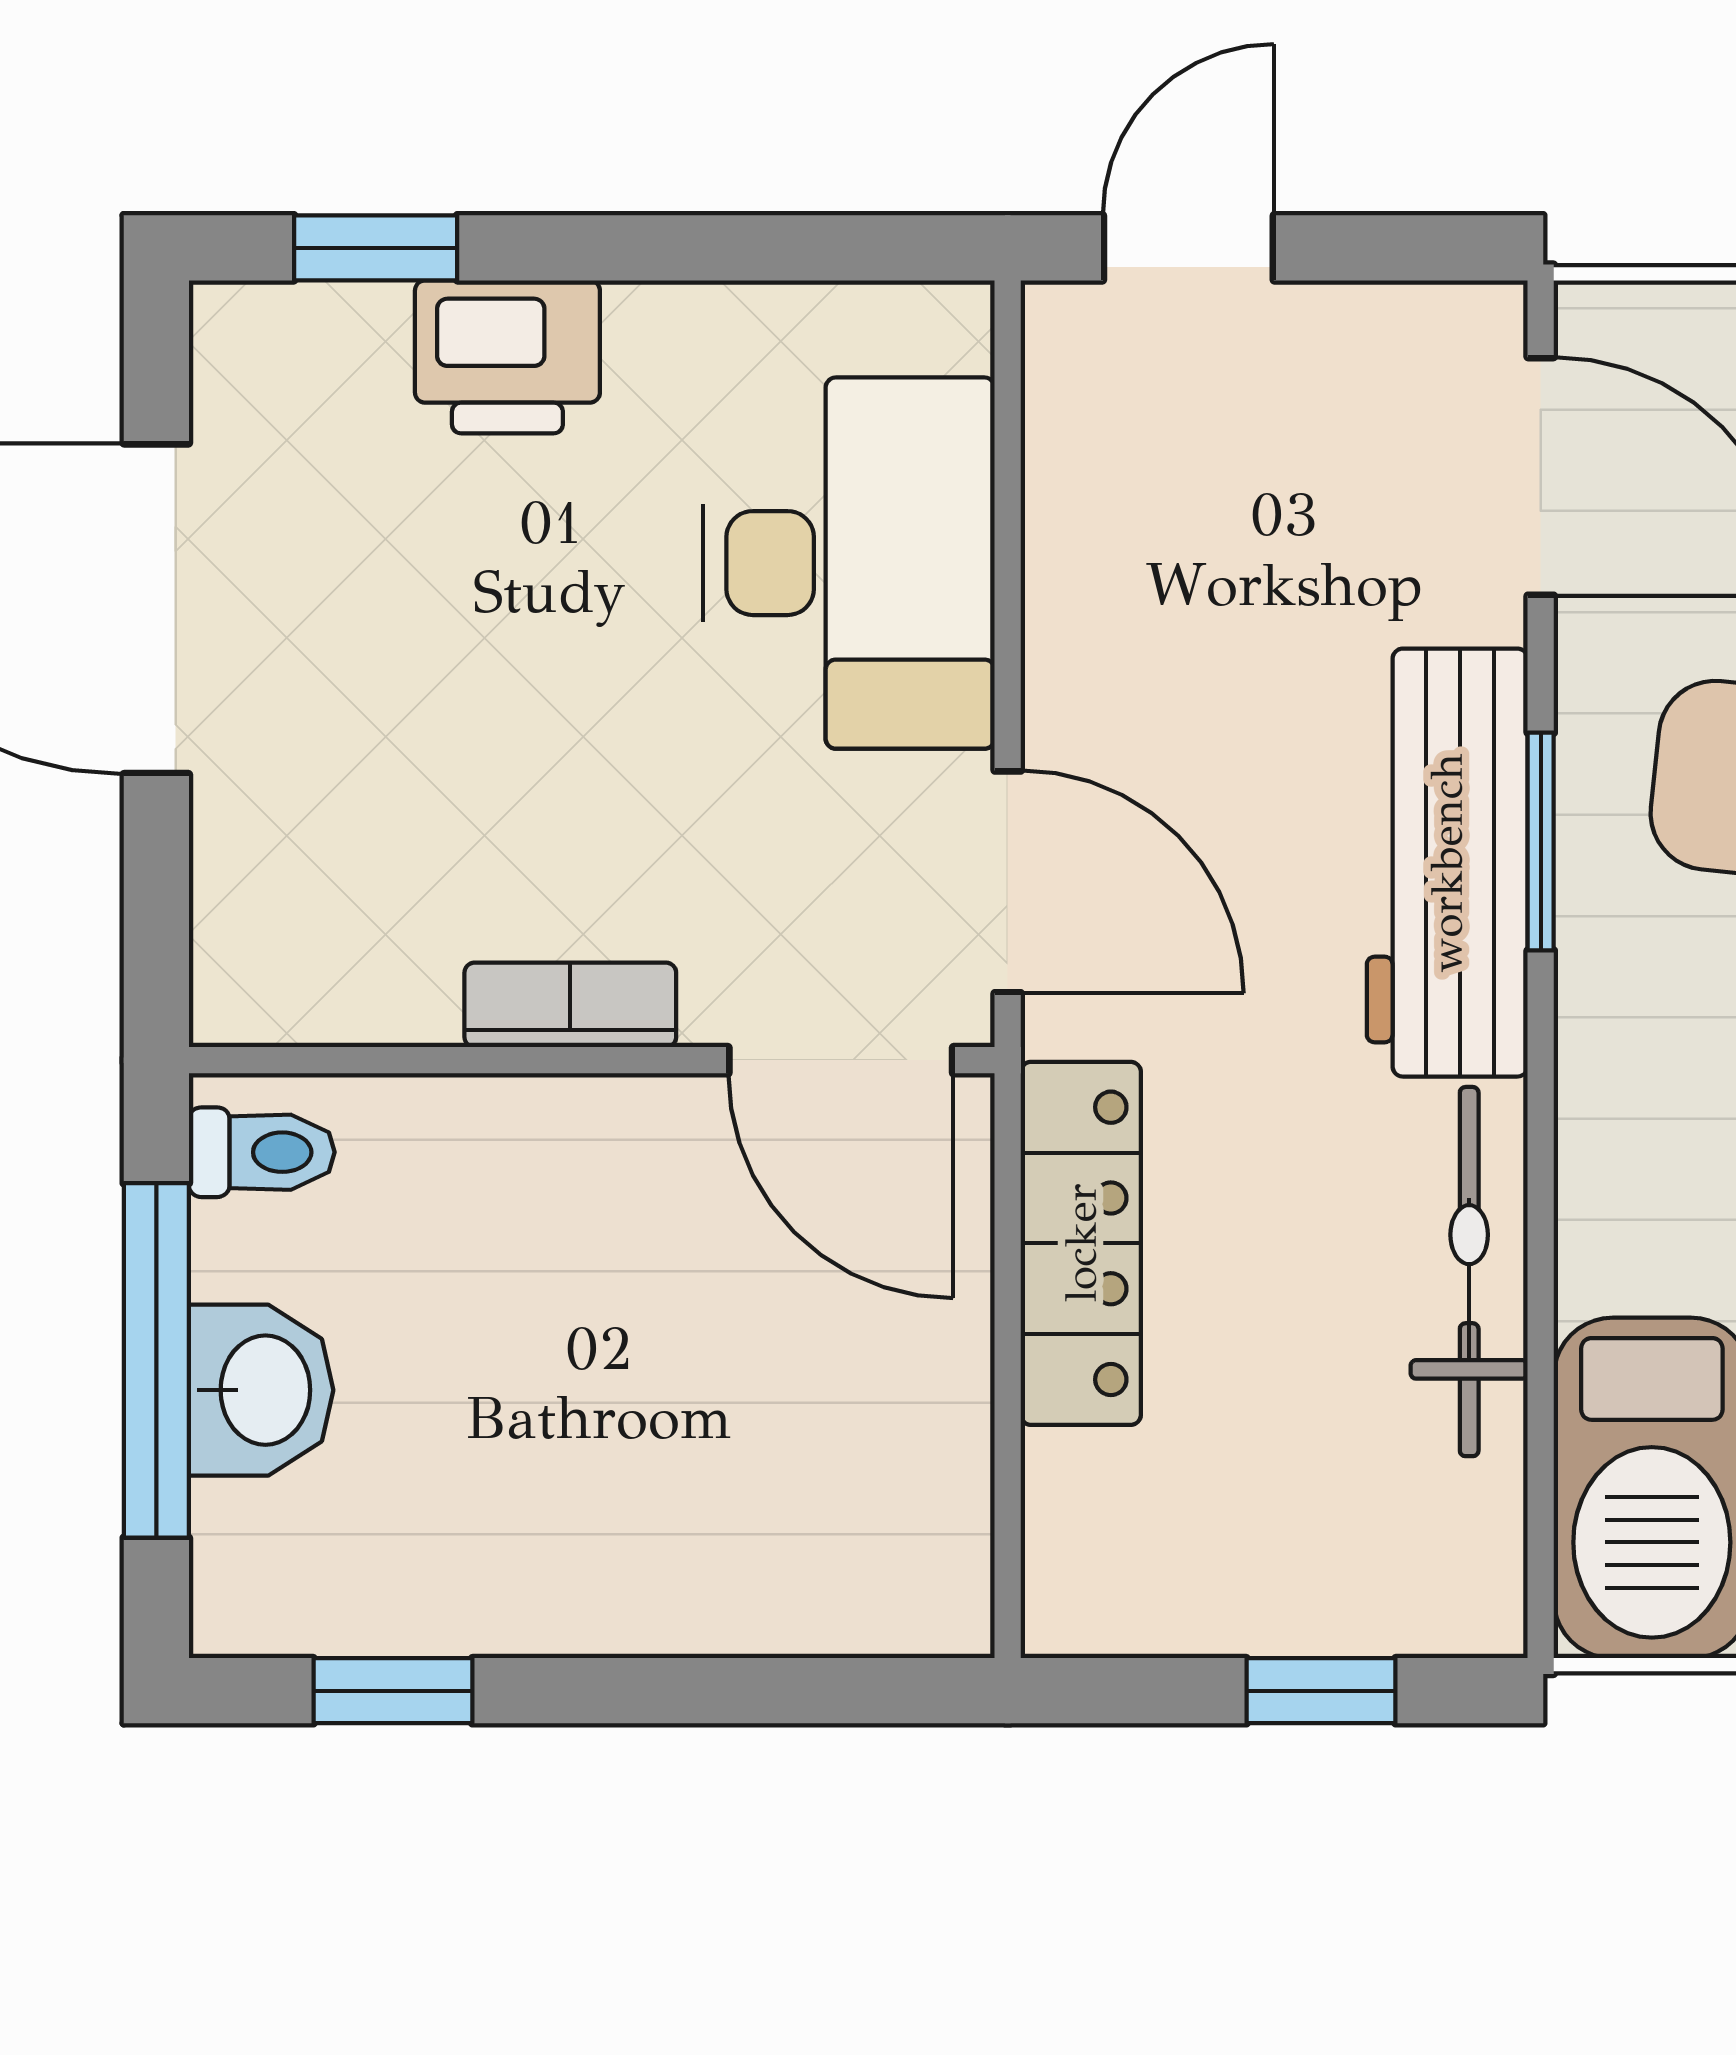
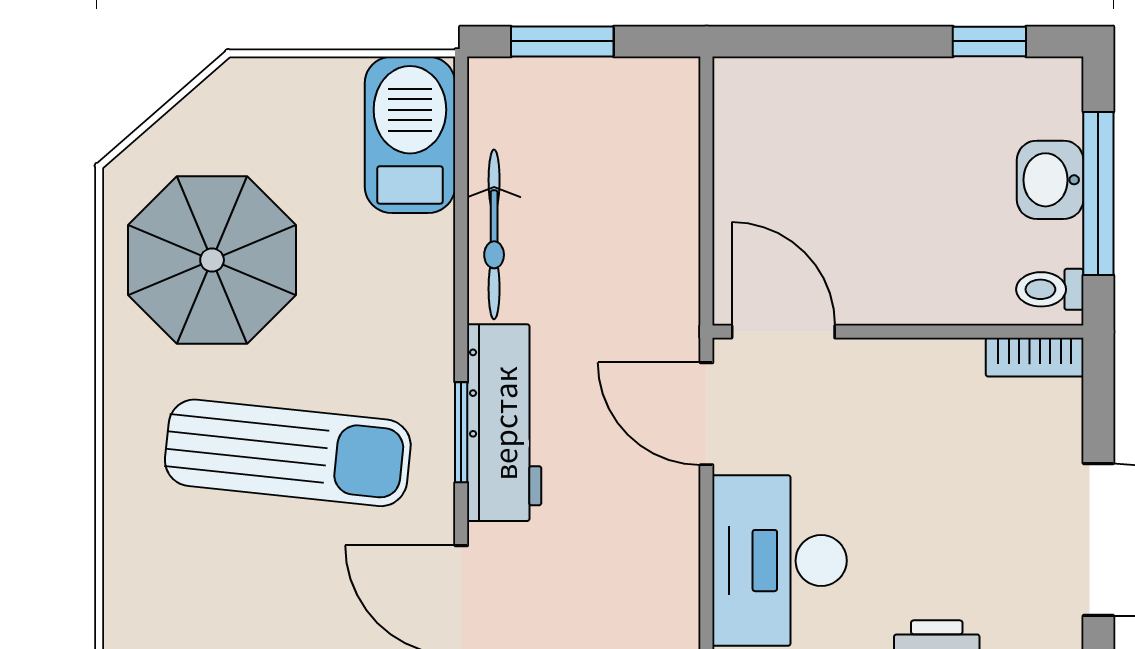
bookcase: (570, 1005) -> (1035, 357), moved
locker: (1081, 1243) -> (673, 247), removed
window: (1321, 1691) -> (562, 41), width x1.50

